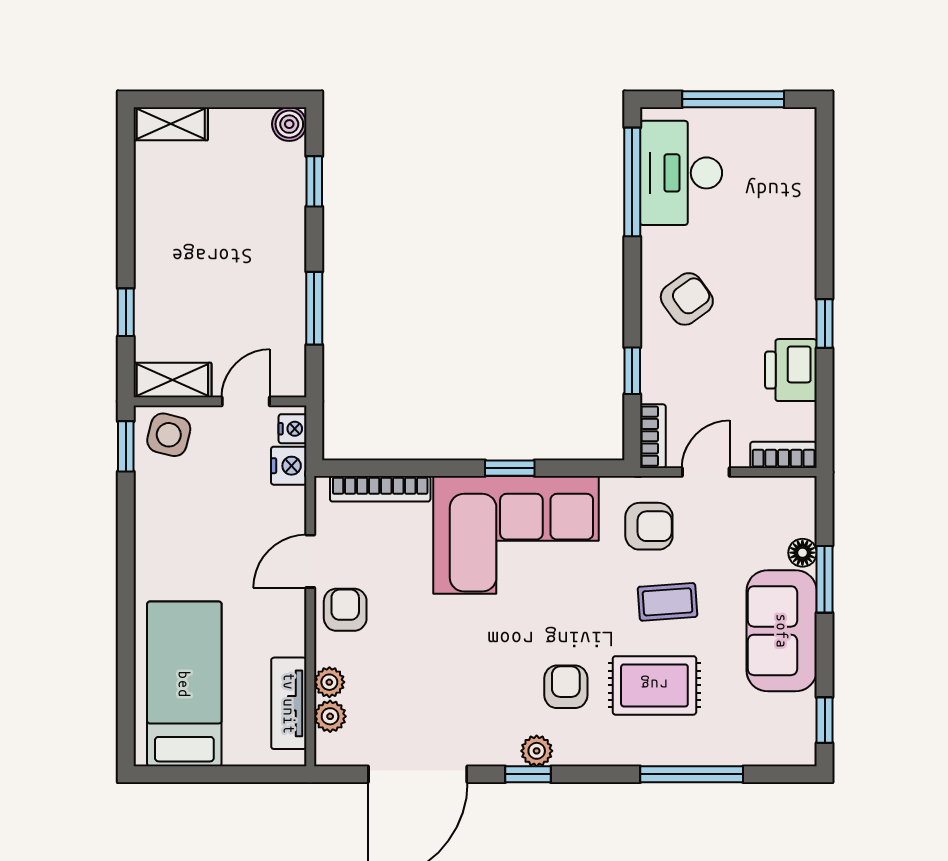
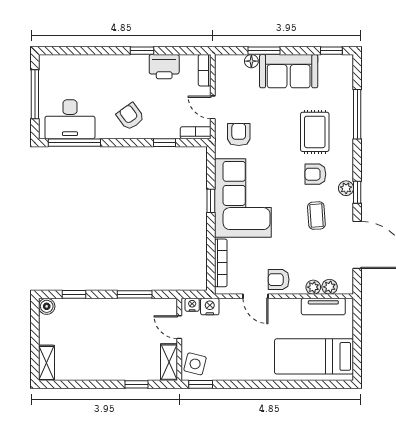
coffee table: (667, 602) -> (316, 216), moved

